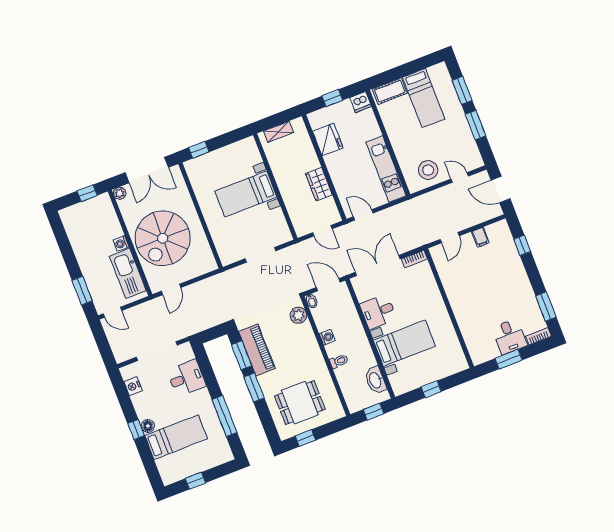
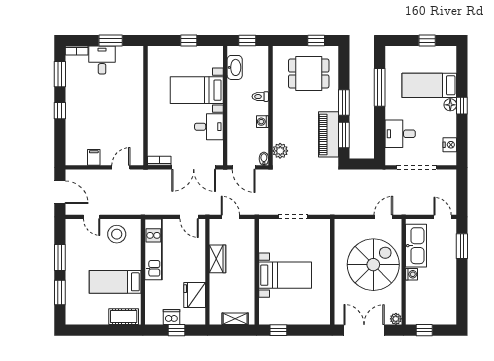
bed: (424, 98) -> (115, 282), moved, turned -90
dishwasher: (360, 102) -> (171, 317), moved
window: (199, 150) -> (278, 330), moved
window: (522, 245) -> (60, 111), moved

